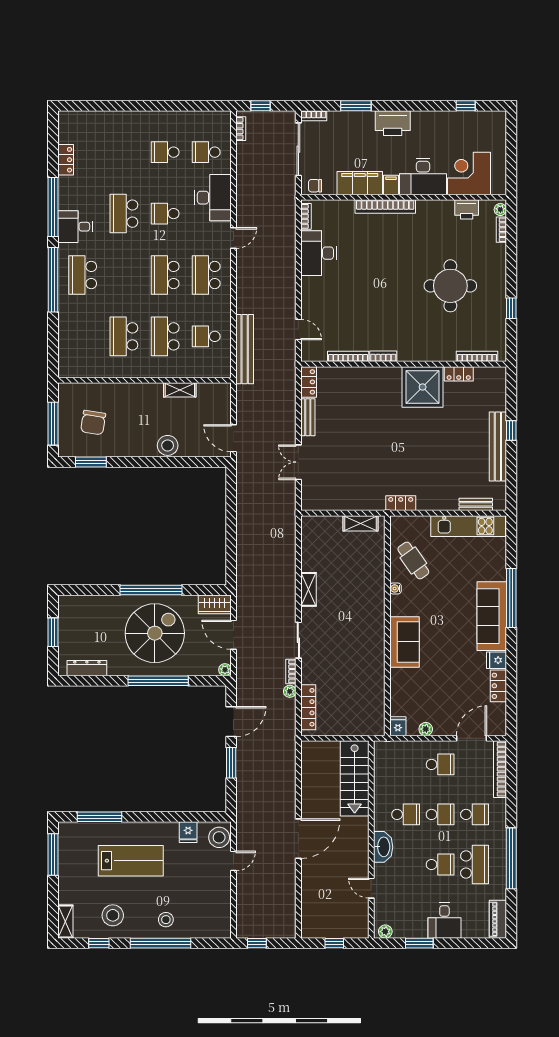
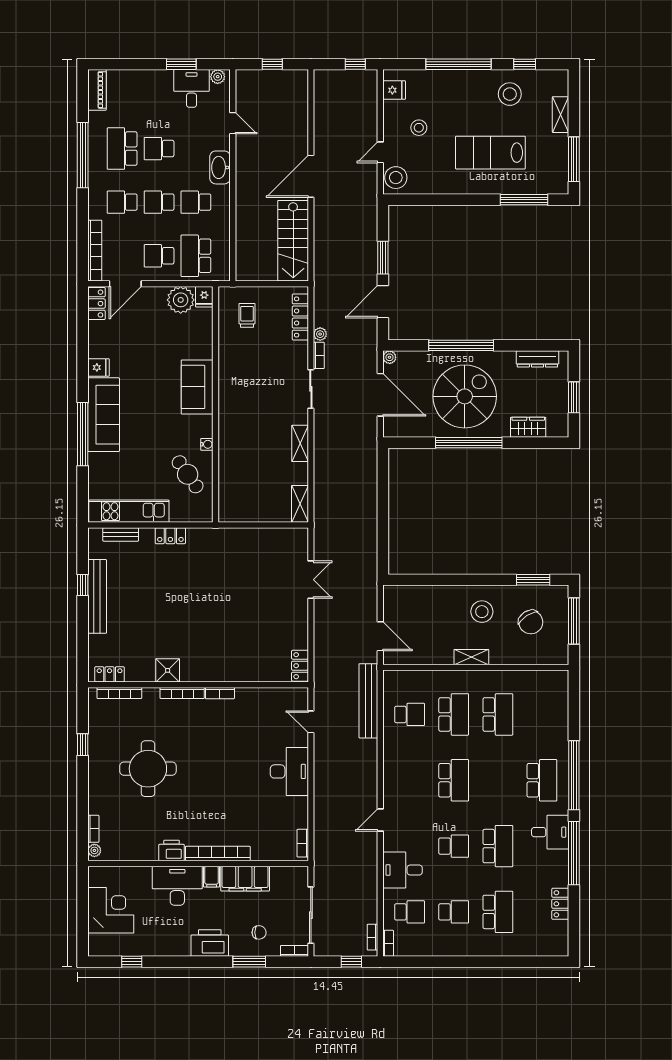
bookcase: (226, 123) -> (388, 943), added
corner desk: (469, 173) -> (111, 910), moved, turned -90
chair: (315, 186) -> (259, 932), moved
desk: (213, 198) -> (403, 870), width x0.73
printer: (467, 209) -> (172, 850), moved
desk: (318, 253) -> (289, 771), moved
school desk: (206, 275) -> (498, 912), moved
bookcase: (348, 356) -> (182, 693), moved
locker: (459, 374) -> (110, 674), moved
shower: (423, 387) -> (168, 670), width x0.54, depth x0.54
shelving: (180, 390) -> (471, 657), moved
bench: (308, 417) -> (301, 628), removed
chair: (93, 423) -> (531, 622), turned 138
window: (511, 431) -> (83, 585), moved
door: (234, 438) -> (380, 636), moved
stool: (168, 445) -> (482, 612), moved
locker: (401, 503) -> (170, 536), moved
shelving: (360, 523) -> (300, 504), moved, turned 90
wardrobe: (215, 604) -> (528, 427), moved
spiral stairs: (155, 633) -> (465, 396), turned 180
door: (234, 635) -> (380, 395), width x1.36
locker: (498, 686) -> (96, 304), moved
trolley: (358, 709) -> (247, 315), added
plant: (426, 729) -> (181, 300), width x1.88, depth x1.88
school desk: (406, 764) -> (196, 256), added
stairs: (355, 778) -> (293, 241), moved, turned 180
fridge: (188, 832) -> (394, 90), moved, turned 90
stool: (166, 920) -> (419, 128), moved
desk: (444, 921) -> (192, 88), moved
shelving: (65, 922) -> (561, 115), moved

